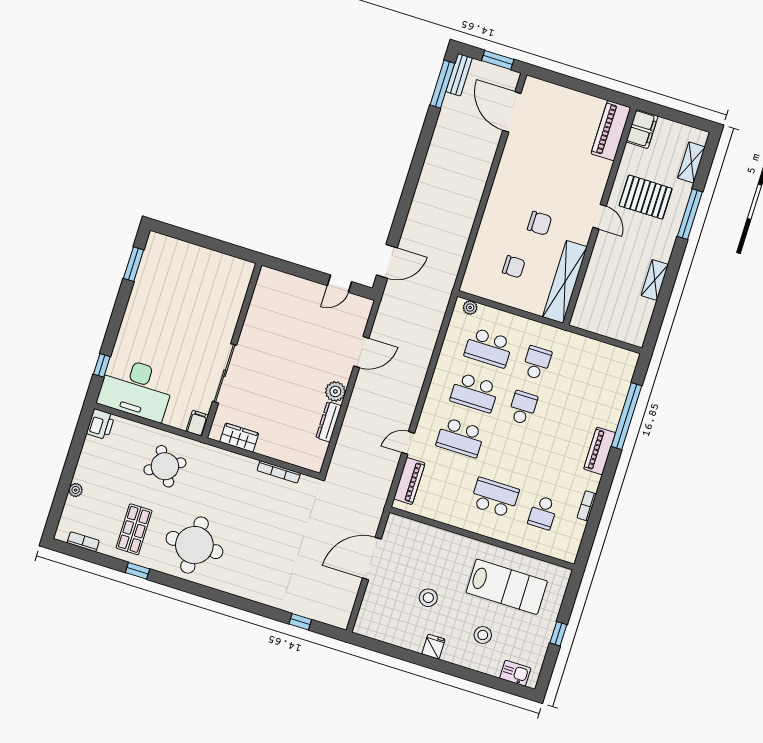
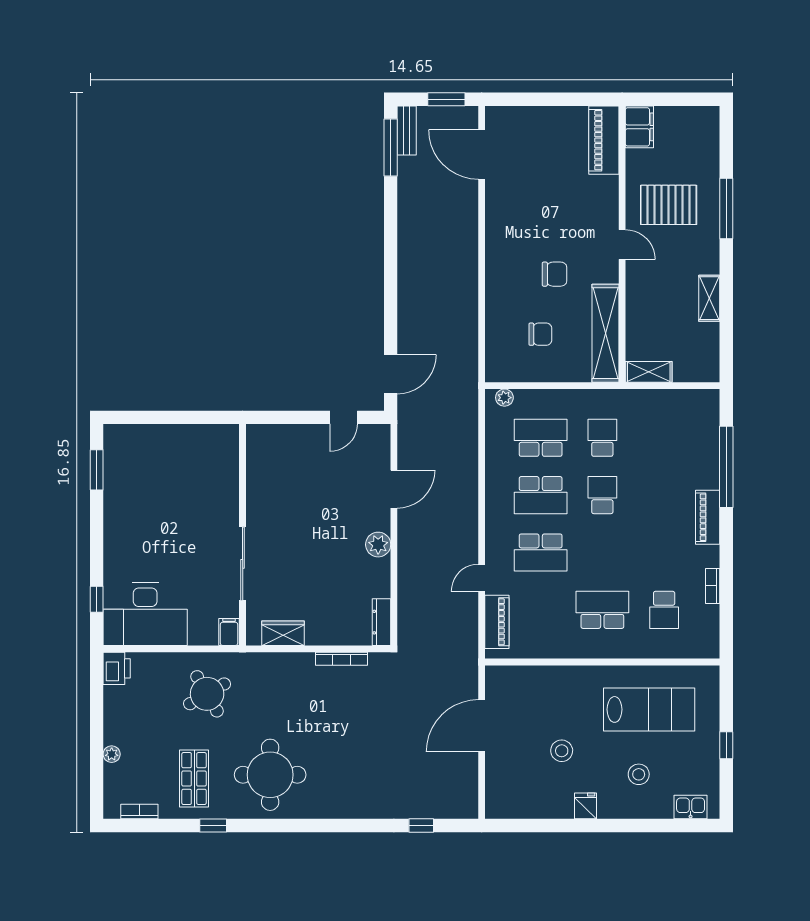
shelving: (691, 162) -> (649, 372), moved, turned 90
school desk: (489, 348) -> (541, 438), turned 180
dresser: (329, 422) -> (381, 622), moved

